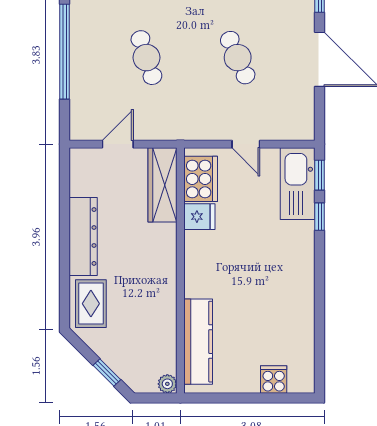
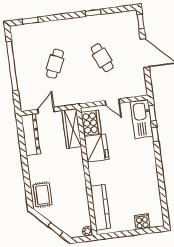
cafe table: (146, 58) -> (55, 64), turned 42
fridge: (199, 217) -> (96, 148), width x1.88, depth x1.34
dresser: (83, 236) -> (31, 135), moved

